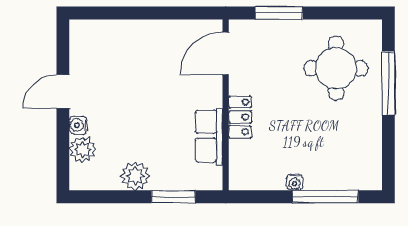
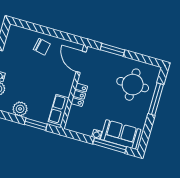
chair: (143, 46) -> (42, 47), added
door: (226, 53) -> (81, 62), hinge flipped
row of seats: (209, 136) -> (59, 110), moved
sofa: (341, 170) -> (121, 134), added

